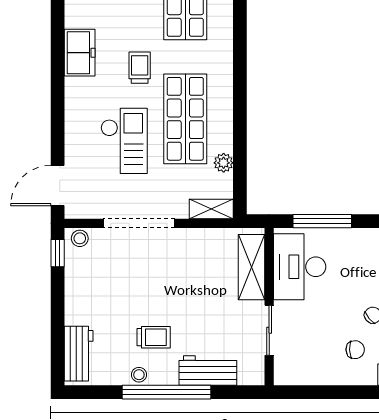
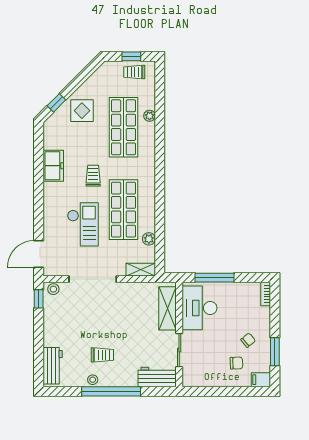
workbench: (208, 371) -> (157, 377), moved

